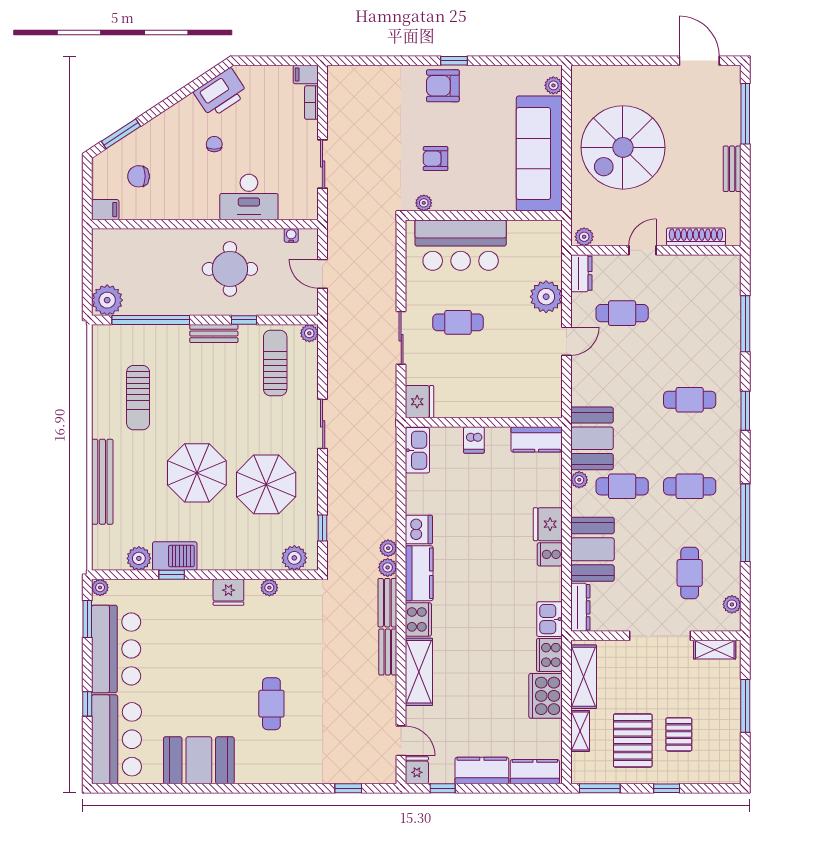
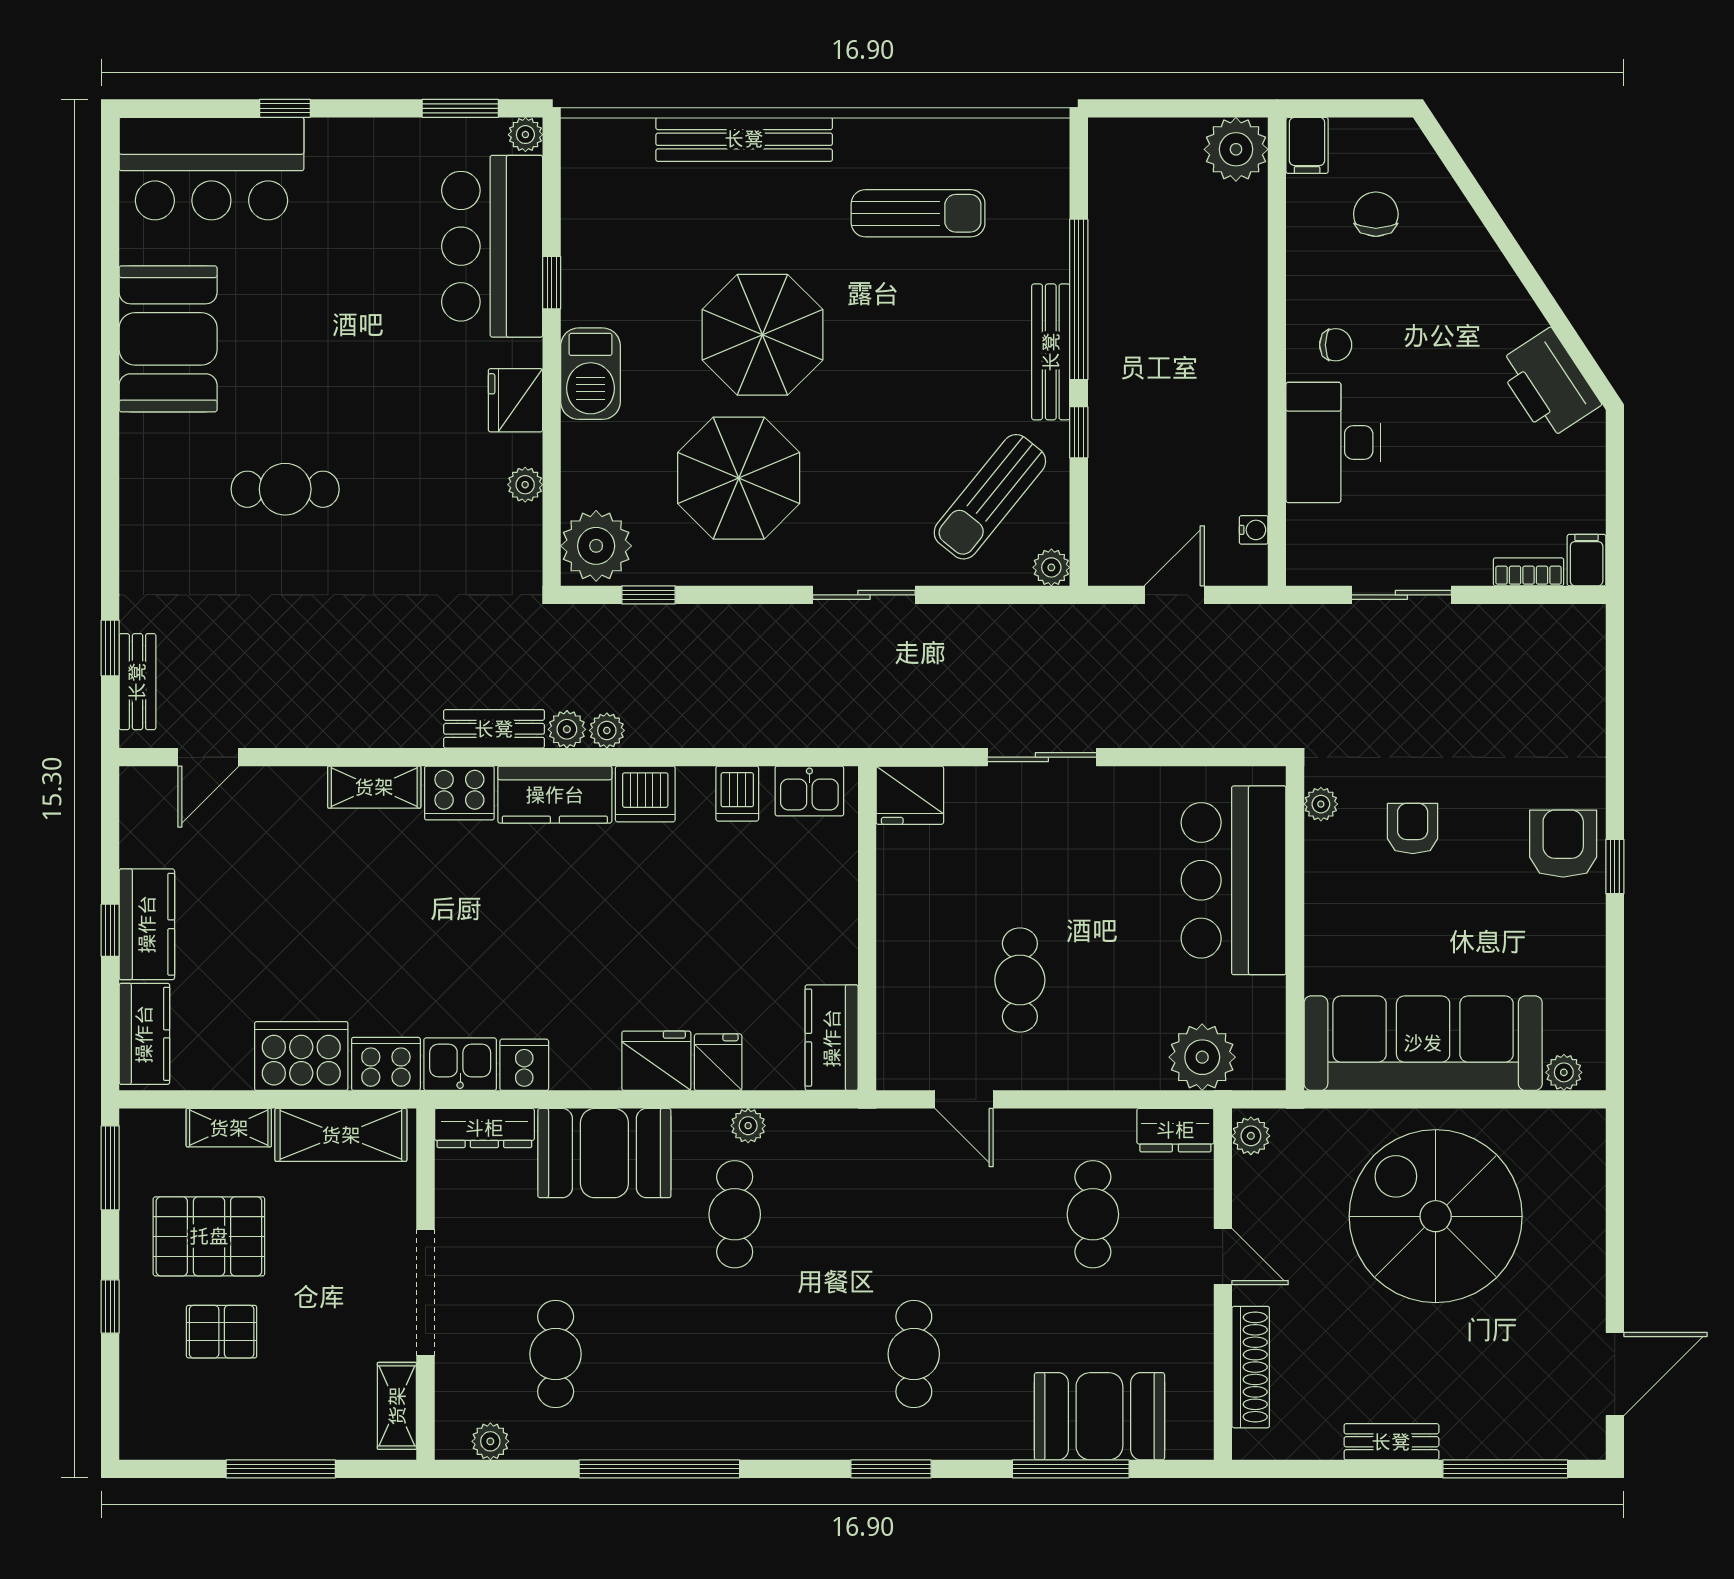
window: (121, 134) -> (1464, 178), removed
chair: (214, 144) -> (1336, 345), moved
round table: (230, 269) -> (1184, 403), removed
plant: (546, 297) -> (1202, 1057), moved
plant: (107, 300) -> (1236, 149), moved
window: (151, 320) -> (1079, 299), moved
cafe table: (458, 322) -> (1020, 980), moved
bench: (214, 334) -> (1051, 352), width x1.36
door: (567, 341) -> (964, 1099), moved
sun lounger: (275, 363) -> (990, 497), turned 129
sun lounger: (138, 398) -> (918, 213), turned 180
booth: (592, 438) -> (1099, 1416), moved
dishwasher: (474, 440) -> (737, 794), moved, turned -90
kitchen sink: (417, 450) -> (809, 791), width x0.73
cafe table: (690, 486) -> (735, 1354), removed
cooker: (550, 554) -> (524, 1065), moved
barbecue: (175, 556) -> (591, 374), moved
plant: (139, 558) -> (586, 215), removed
plant: (294, 558) -> (596, 546), width x1.36, depth x1.36
cafe table: (690, 573) -> (556, 1354), turned 90
bar counter: (116, 649) -> (492, 246), moved, turned 90
bench: (388, 652) -> (137, 682), moved, turned 90
shelving: (419, 672) -> (374, 787), width x0.67, depth x0.75
fridge: (417, 770) -> (718, 1062), moved, turned -90
window: (443, 788) -> (110, 930), moved

